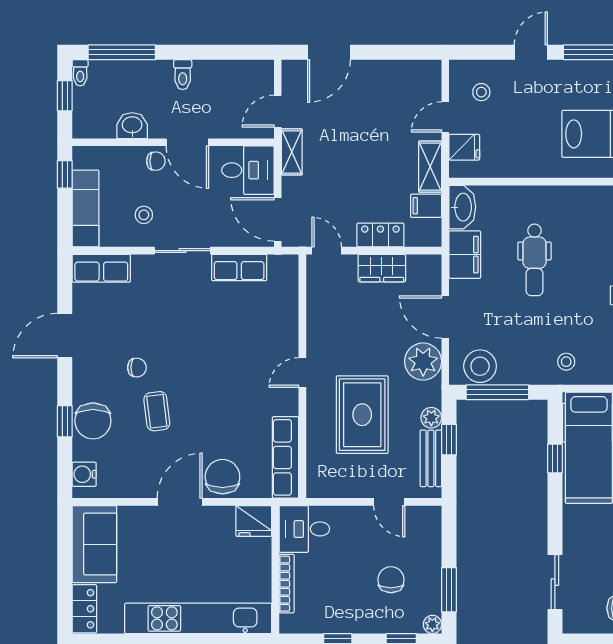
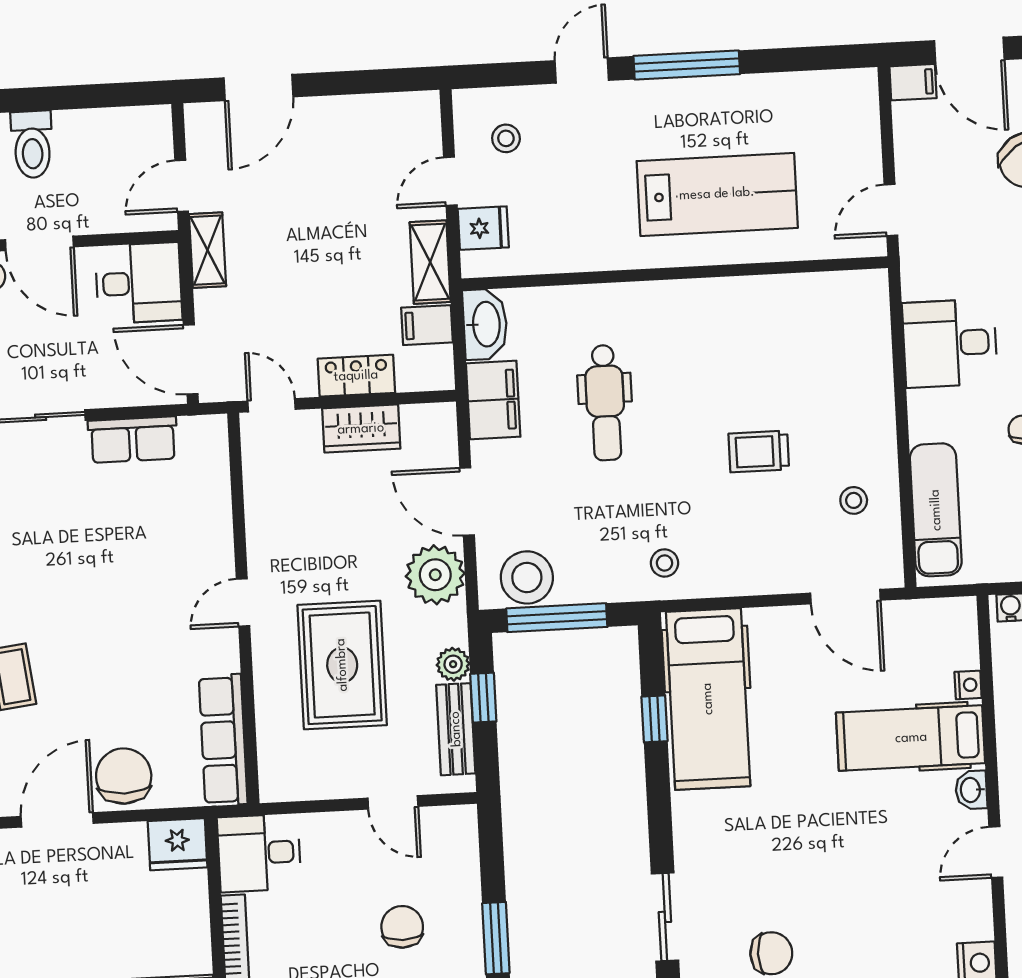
toilet: (183, 75) -> (32, 144), width x1.37, depth x1.39

